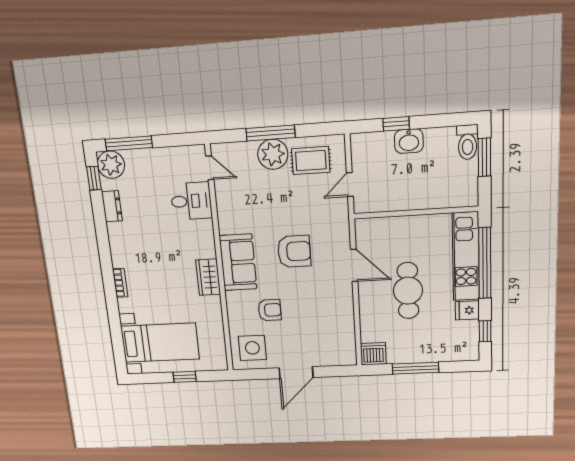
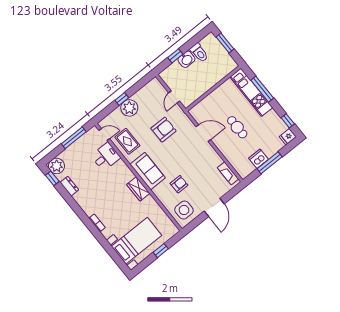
window: (271, 133) -> (122, 99), width x0.46
toilet: (467, 142) -> (199, 53), moved
window: (129, 143) -> (74, 138), moved
rug: (311, 160) -> (127, 141), moved, turned 90
armchair: (294, 251) -> (163, 130), moved
window: (485, 263) -> (262, 89), width x0.68
cafe table: (408, 291) -> (237, 127), width x0.73, depth x0.74
fridge: (467, 310) -> (288, 137), moved
fireplace: (348, 342) -> (228, 173), added
dishwasher: (373, 354) -> (258, 159), moved

